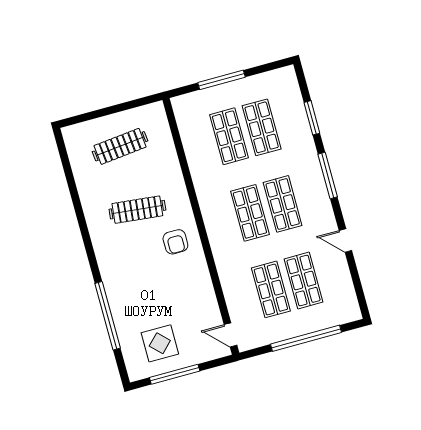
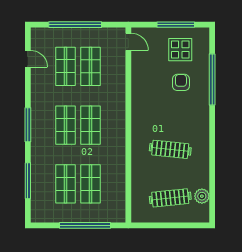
window: (221, 80) -> (85, 225), width x1.46
window: (312, 118) -> (28, 181), width x1.44
plant: (79, 160) -> (202, 196), added
window: (328, 175) -> (28, 125), moved
door: (345, 240) -> (28, 59), moved
armchair: (175, 242) -> (181, 82), moved

